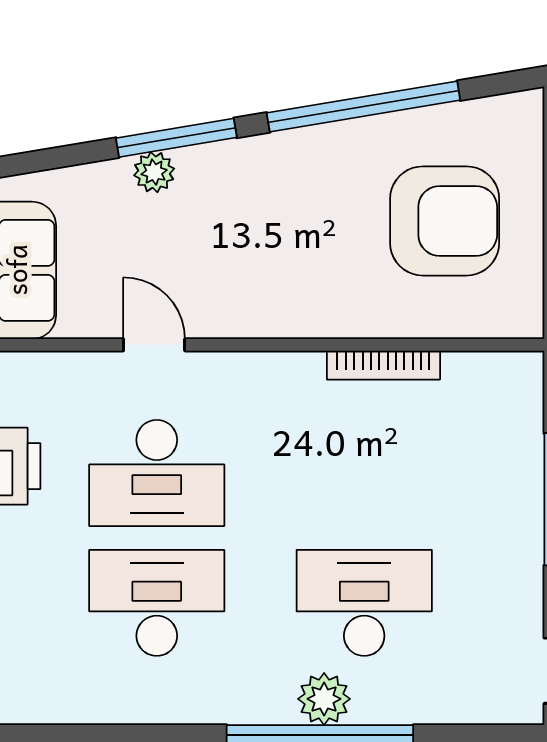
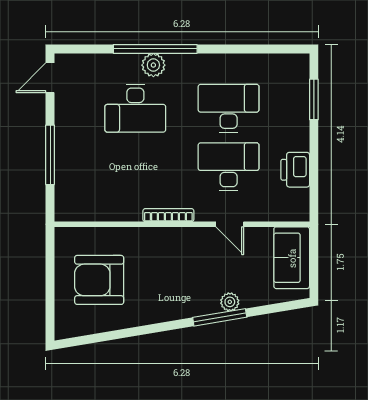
window: (363, 107) -> (136, 331), removed
bookcase: (383, 365) -> (168, 215), moved
desk: (157, 603) -> (229, 108), turned 180

